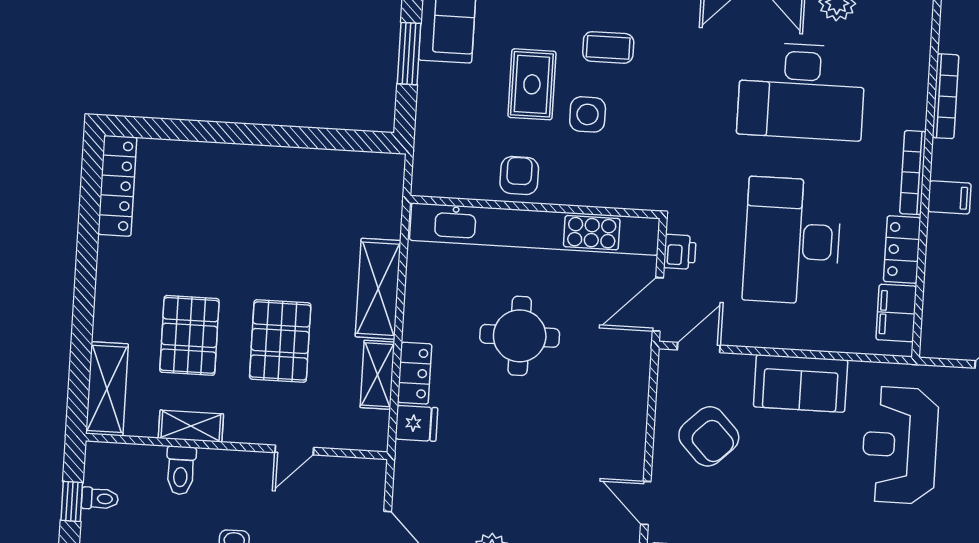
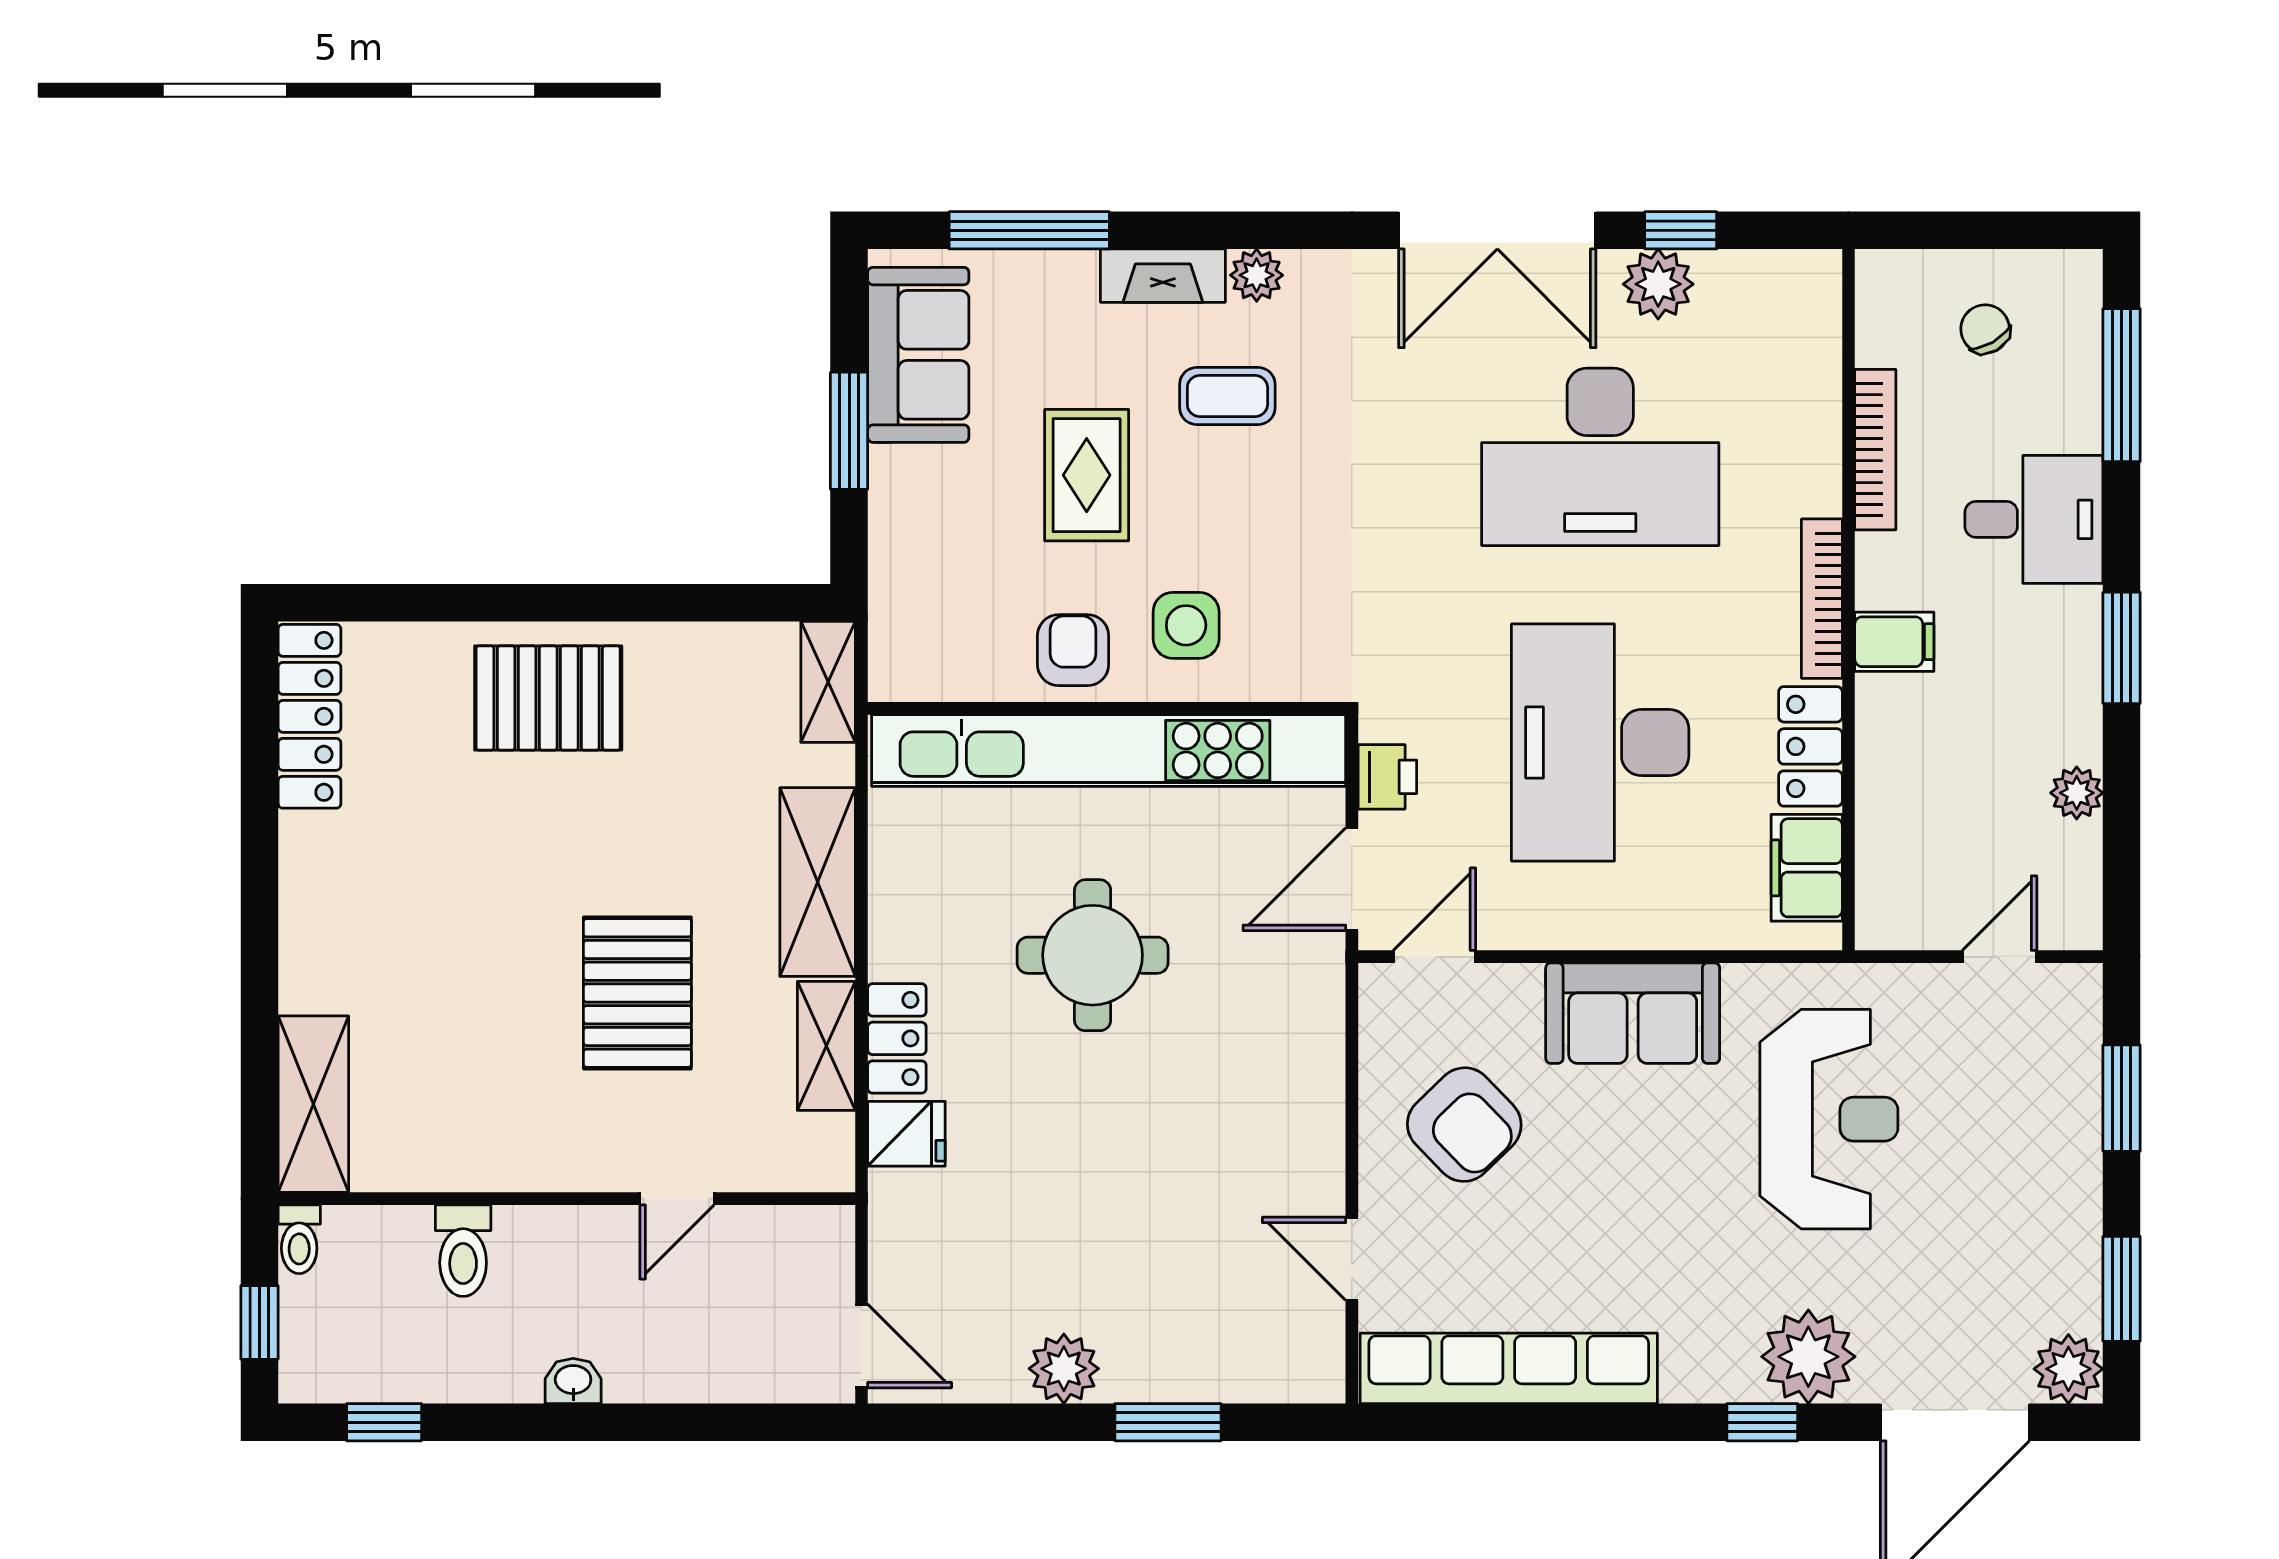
side table: (588, 114) -> (1186, 625), moved
pallet: (189, 335) -> (548, 698), moved, turned 90
shelving: (191, 426) -> (828, 682), moved, turned 90
reception desk: (900, 445) -> (1829, 1119), turned 180
toilet: (100, 499) -> (299, 1239), moved, turned 90

